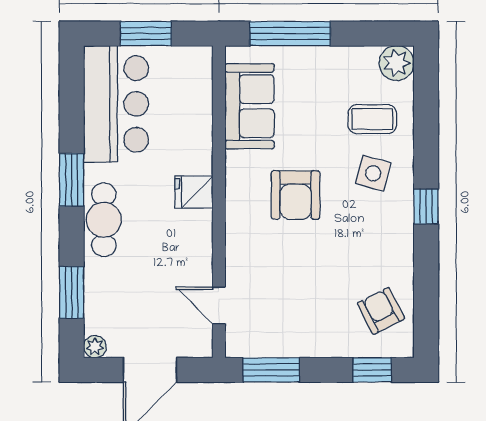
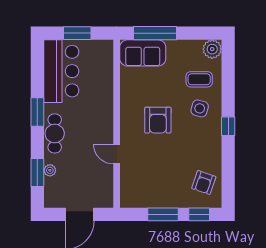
sofa: (249, 106) -> (143, 53), moved, turned 90
fridge: (194, 192) -> (103, 119), removed
door: (219, 305) -> (117, 154), moved
armchair: (381, 311) -> (204, 183), turned -134
plant: (95, 347) -> (50, 170), moved
window: (271, 370) -> (163, 214), moved

